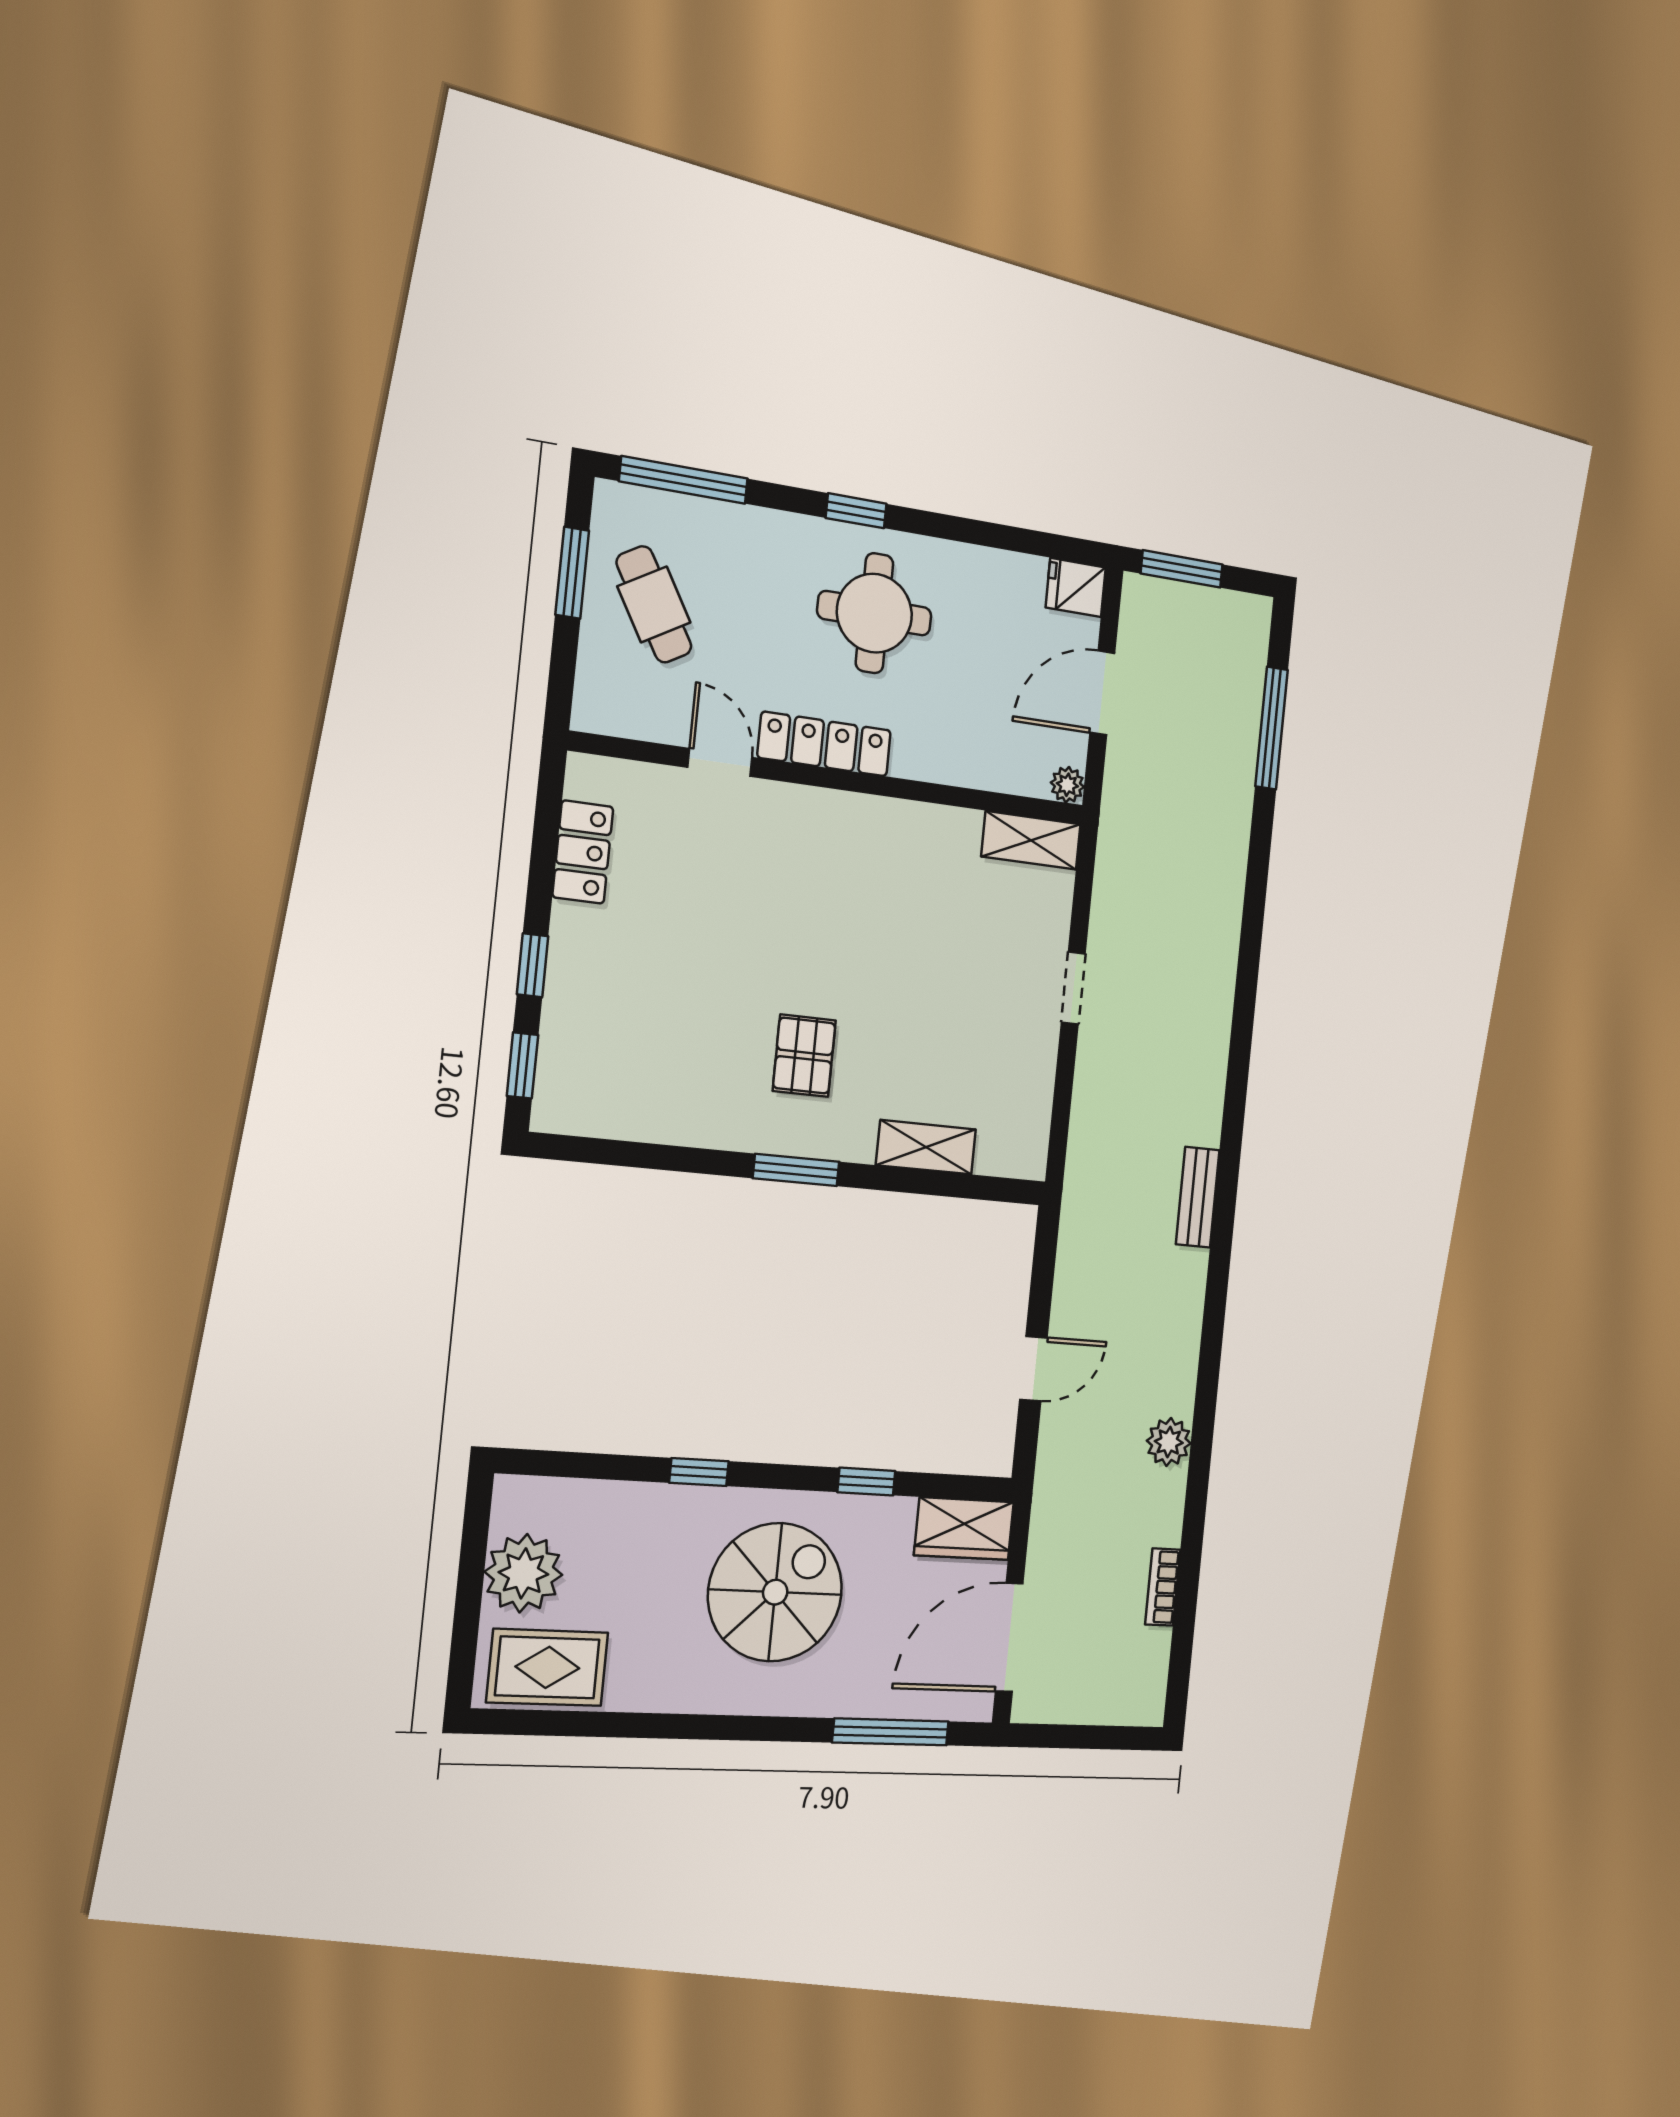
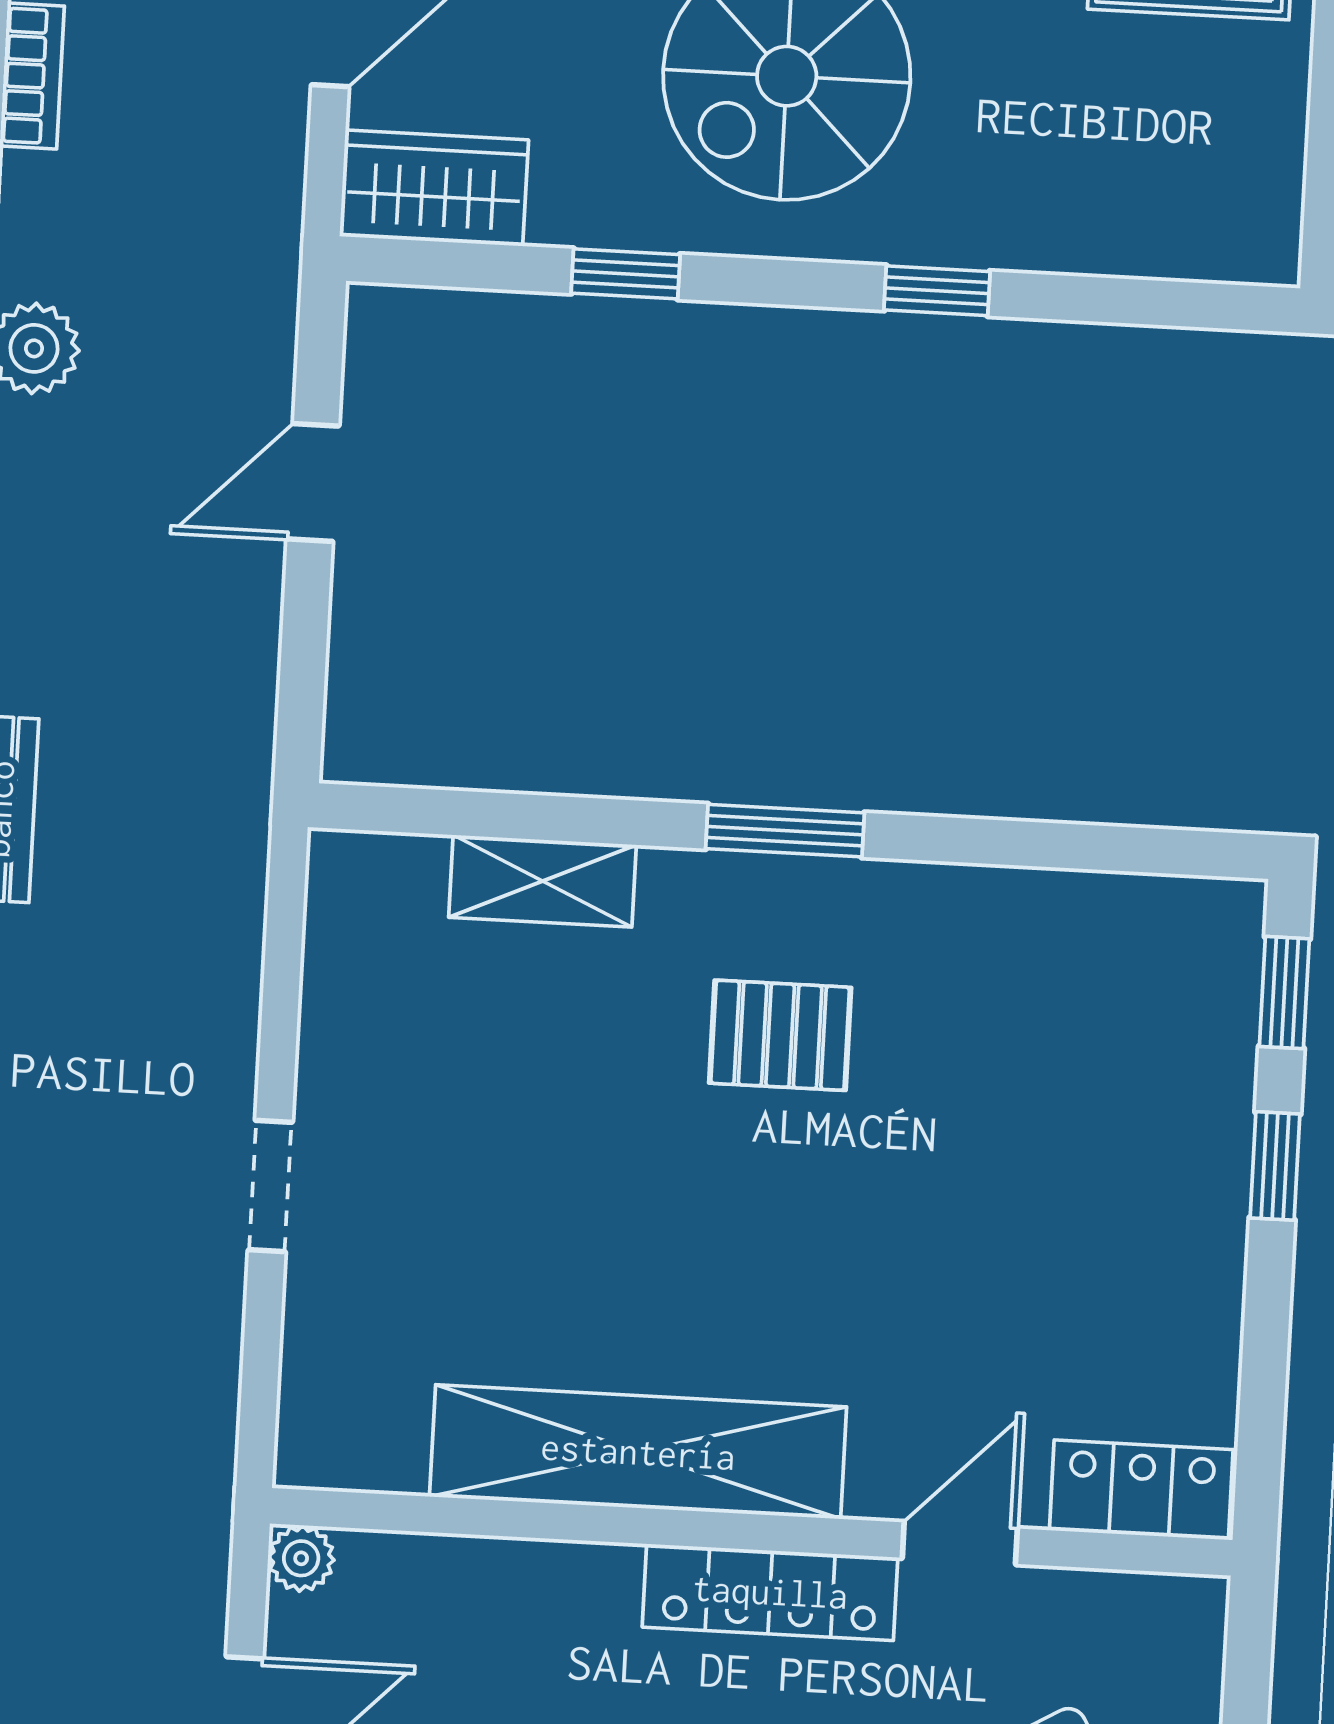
door: (720, 762) -> (960, 1543), swing flipped
shelving: (1031, 840) -> (638, 1452), moved, width x2.20, depth x1.33
locker: (583, 852) -> (1141, 1490), moved, turned 90
pallet: (804, 1056) -> (780, 1035), turned 90
plant: (523, 1573) -> (1241, 115), removed

